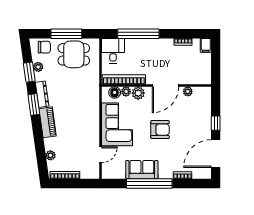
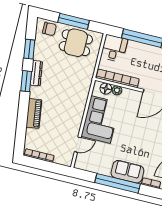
plant: (38, 67) -> (39, 46), removed
plant: (138, 93) -> (128, 95), removed
piano: (48, 122) -> (34, 113), moved
armchair: (160, 130) -> (140, 134), removed
plant: (51, 155) -> (30, 133), removed
sofa: (142, 170) -> (127, 172), moved

